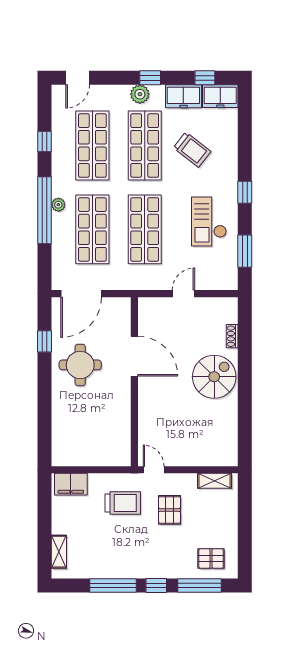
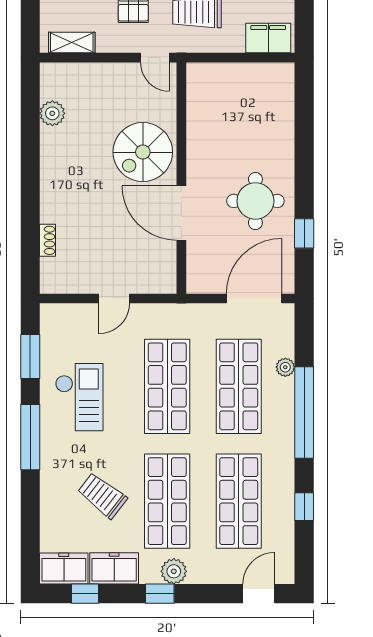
window: (245, 192) -> (30, 437), width x2.17
plant: (58, 205) -> (285, 367), moved
spiral stairs: (214, 377) -> (143, 152), moved
plant: (229, 429) -> (52, 113), added

